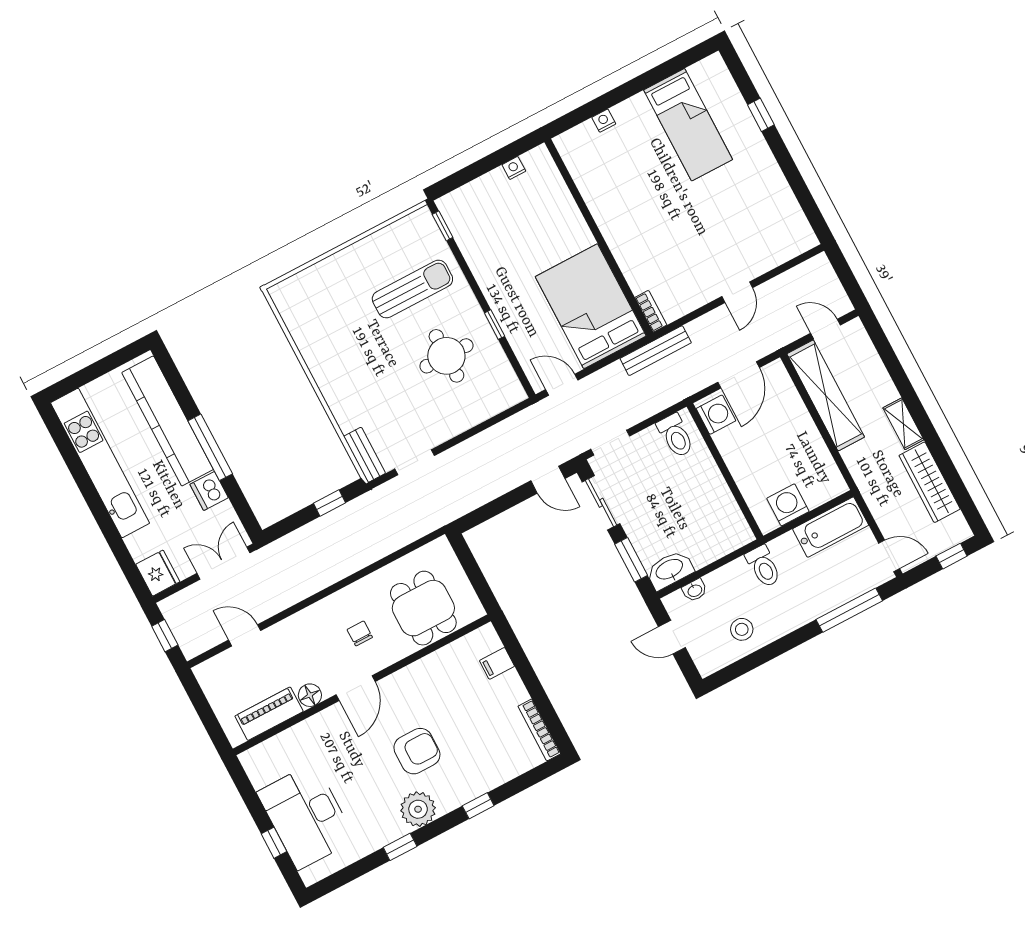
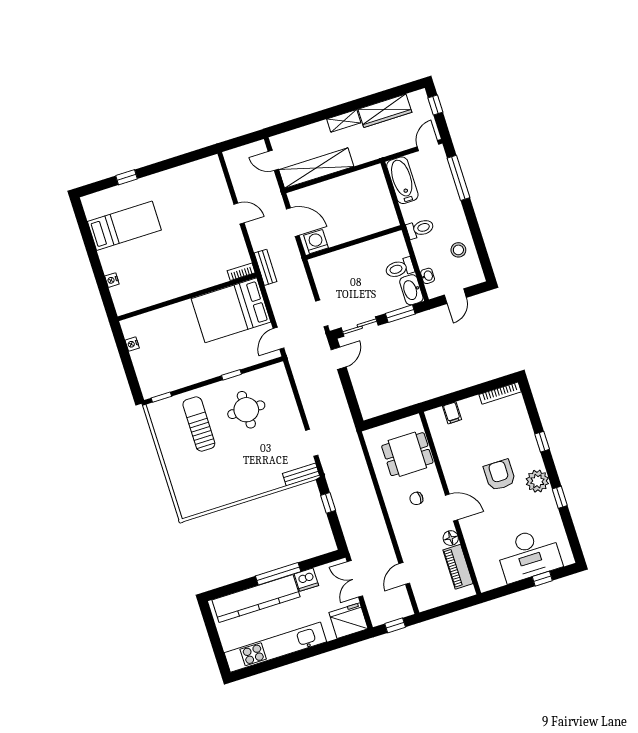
door: (825, 329) -> (273, 160), hinge flipped
bench: (656, 351) -> (265, 267), width x0.73
toilet: (676, 436) -> (400, 268), moved, turned 180
washing machine: (788, 505) -> (383, 205), removed
fridge: (158, 573) -> (348, 621), width x1.36, depth x1.34

